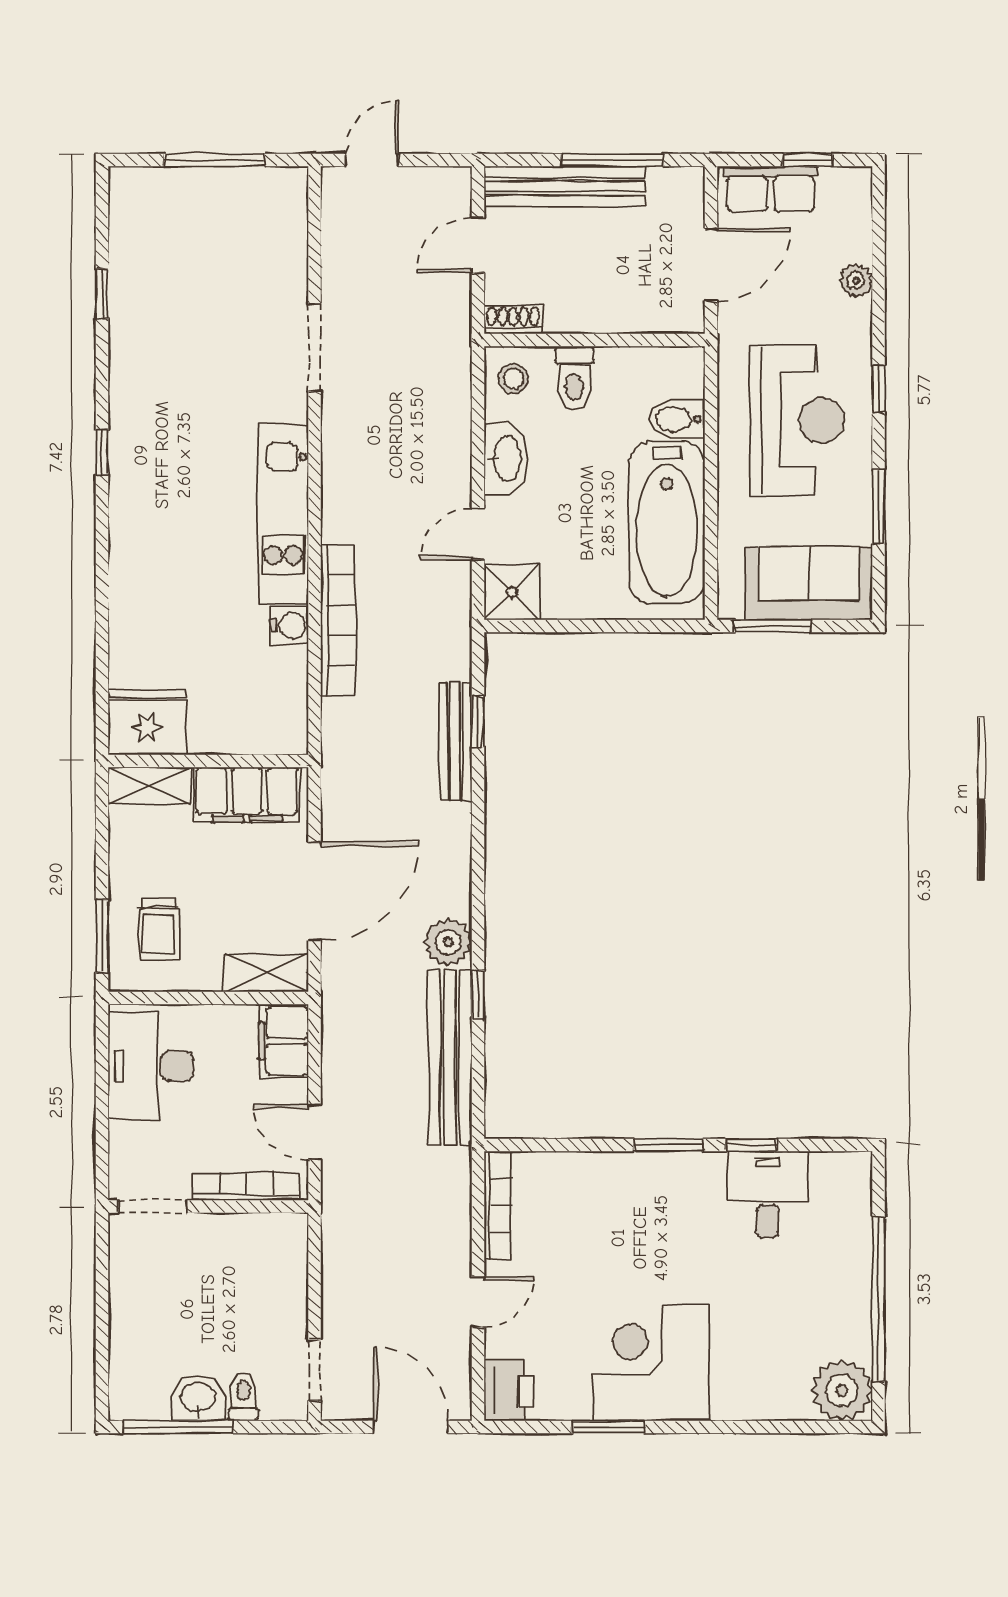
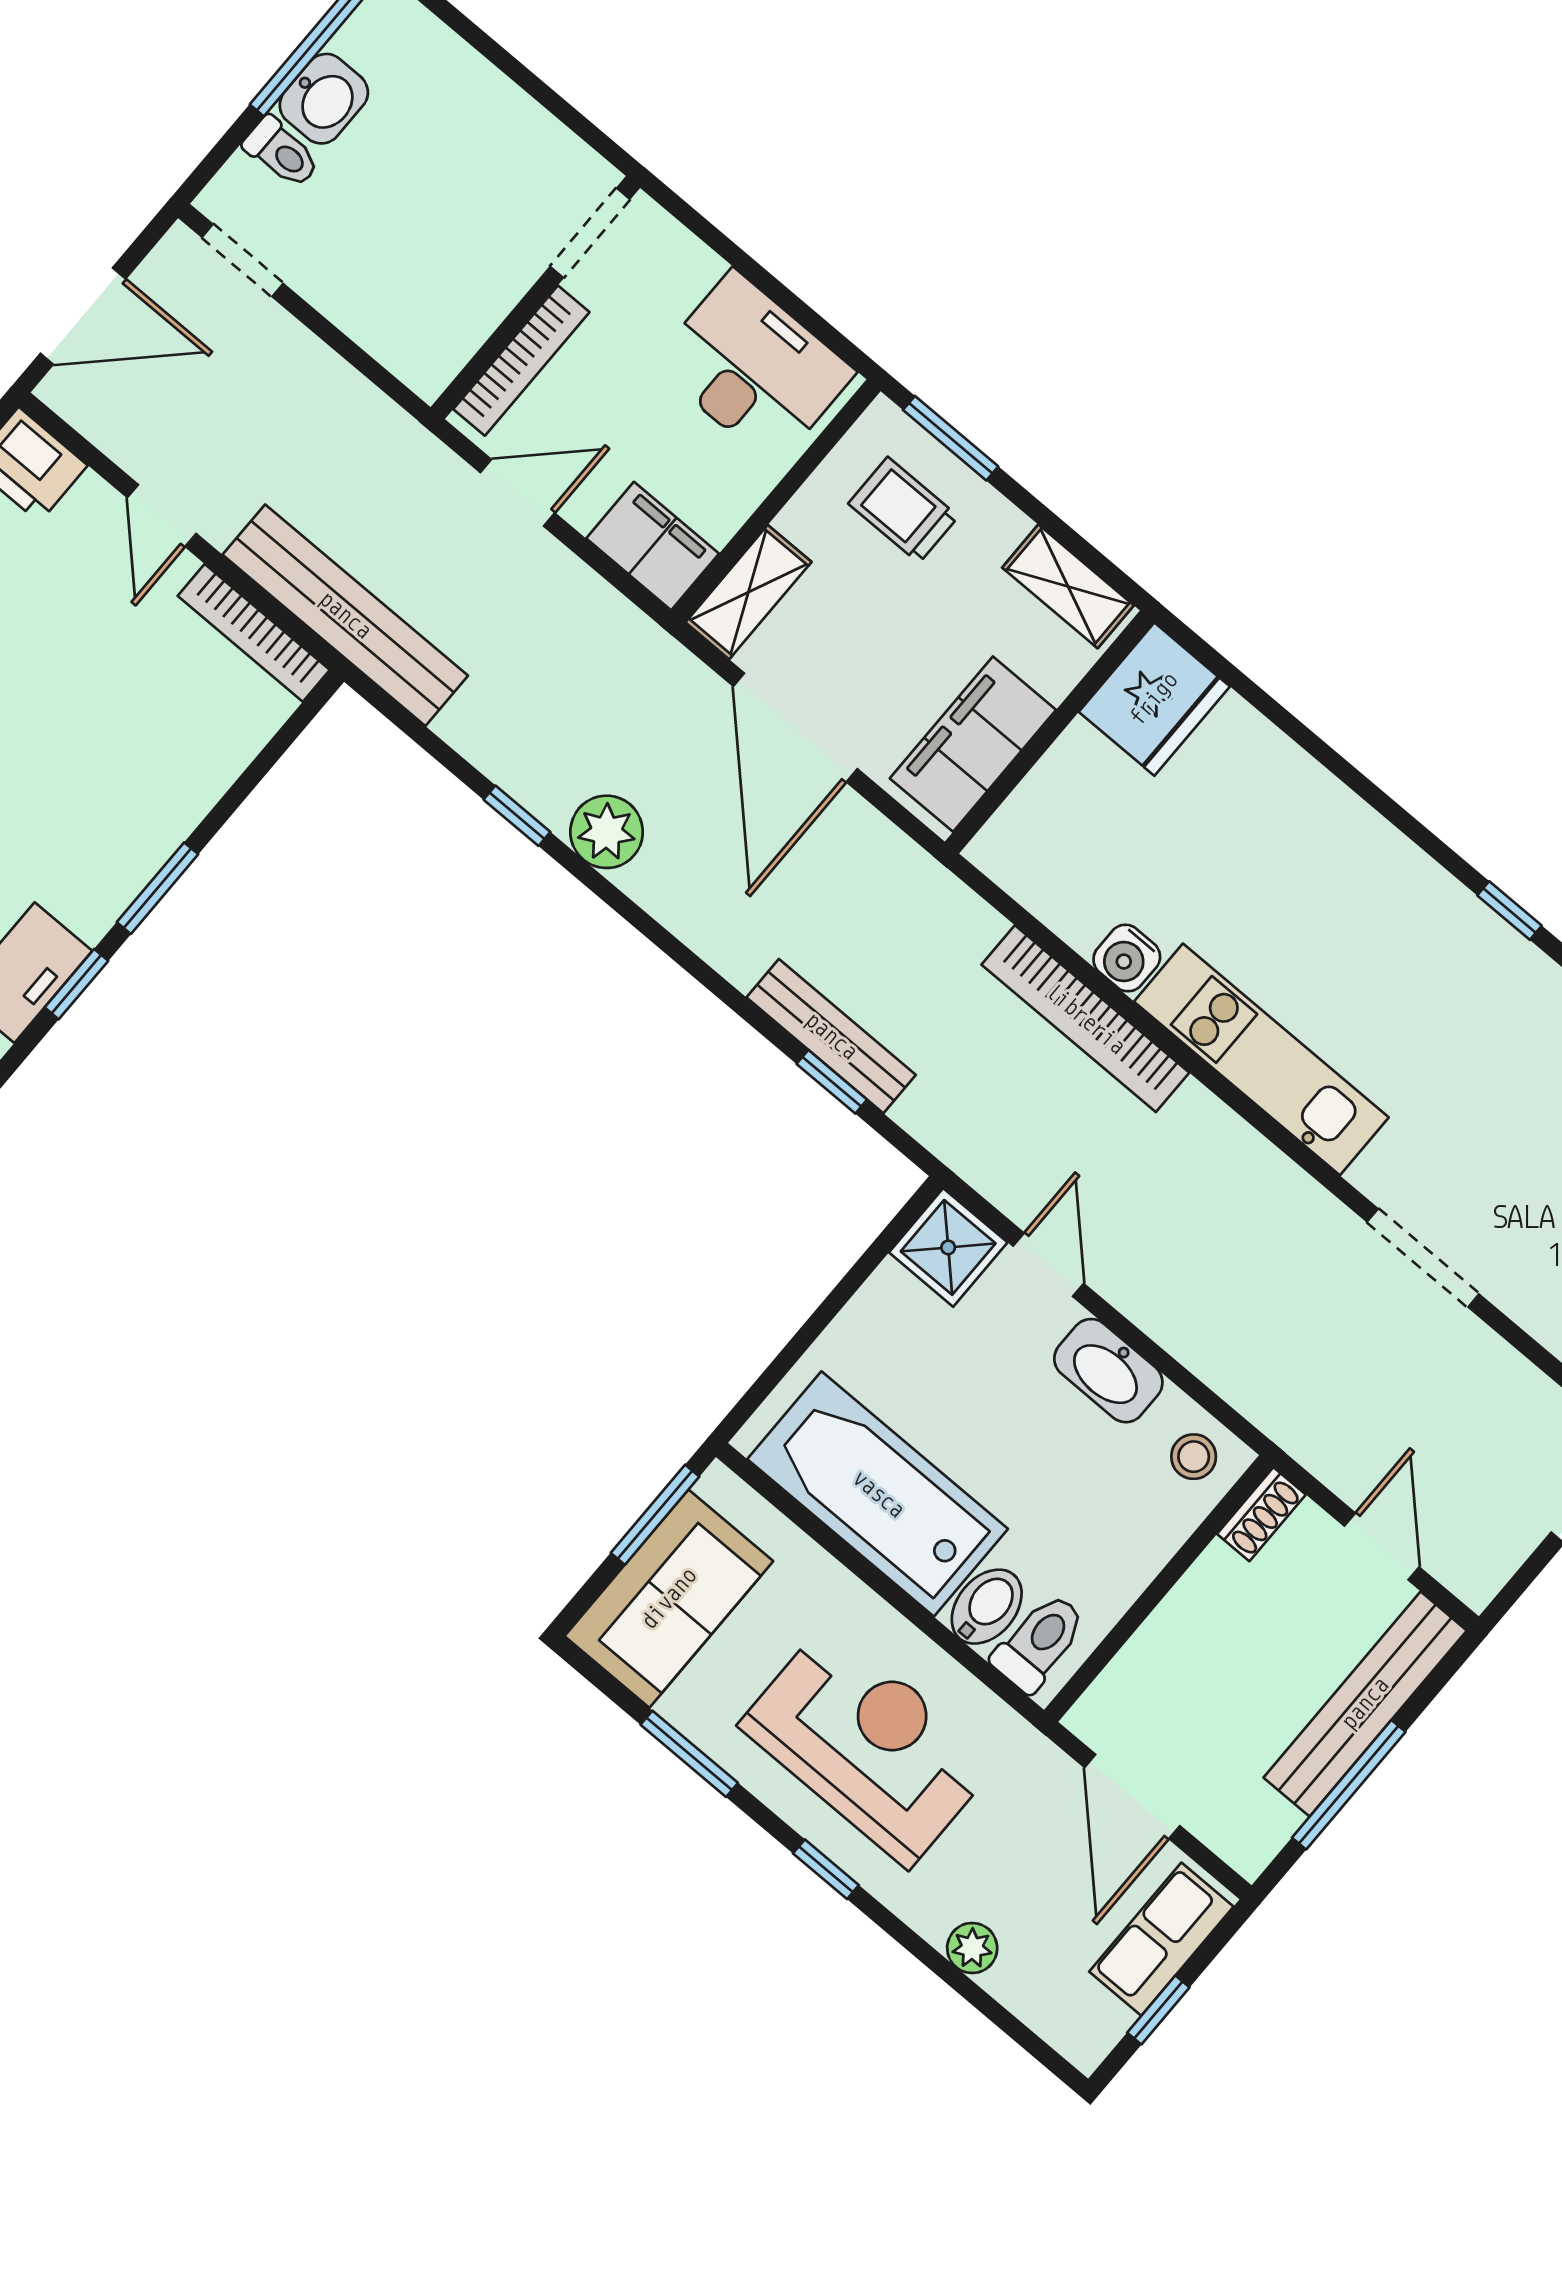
toilet: (574, 378) -> (1039, 1642), moved, turned 90
reception desk: (797, 420) -> (868, 1744), turned 180
shelving: (150, 786) -> (1068, 586), moved, turned 90
bench: (450, 1057) -> (345, 615), moved

